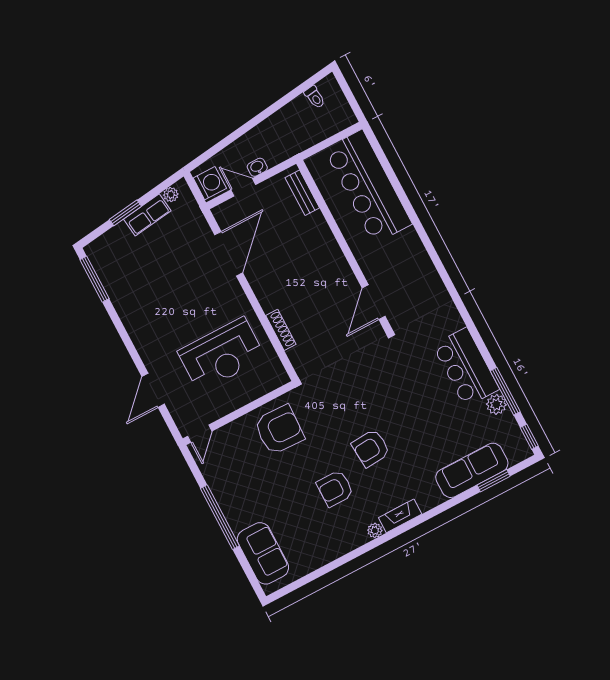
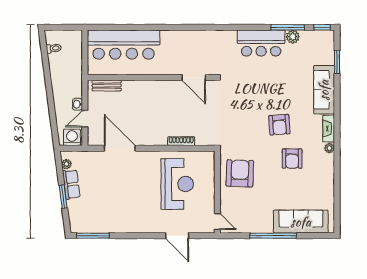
sofa: (472, 470) -> (324, 90), moved
sofa: (263, 553) -> (301, 222), width x1.36

